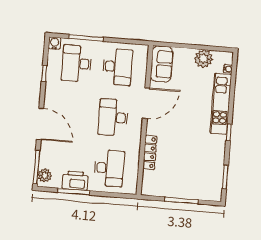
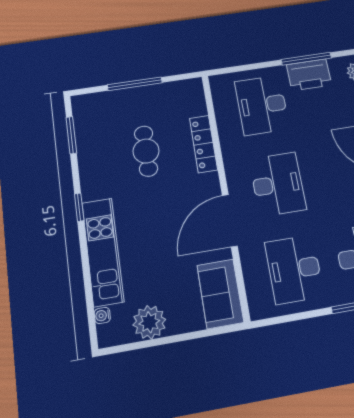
cafe table: (184, 156) -> (146, 151), added

